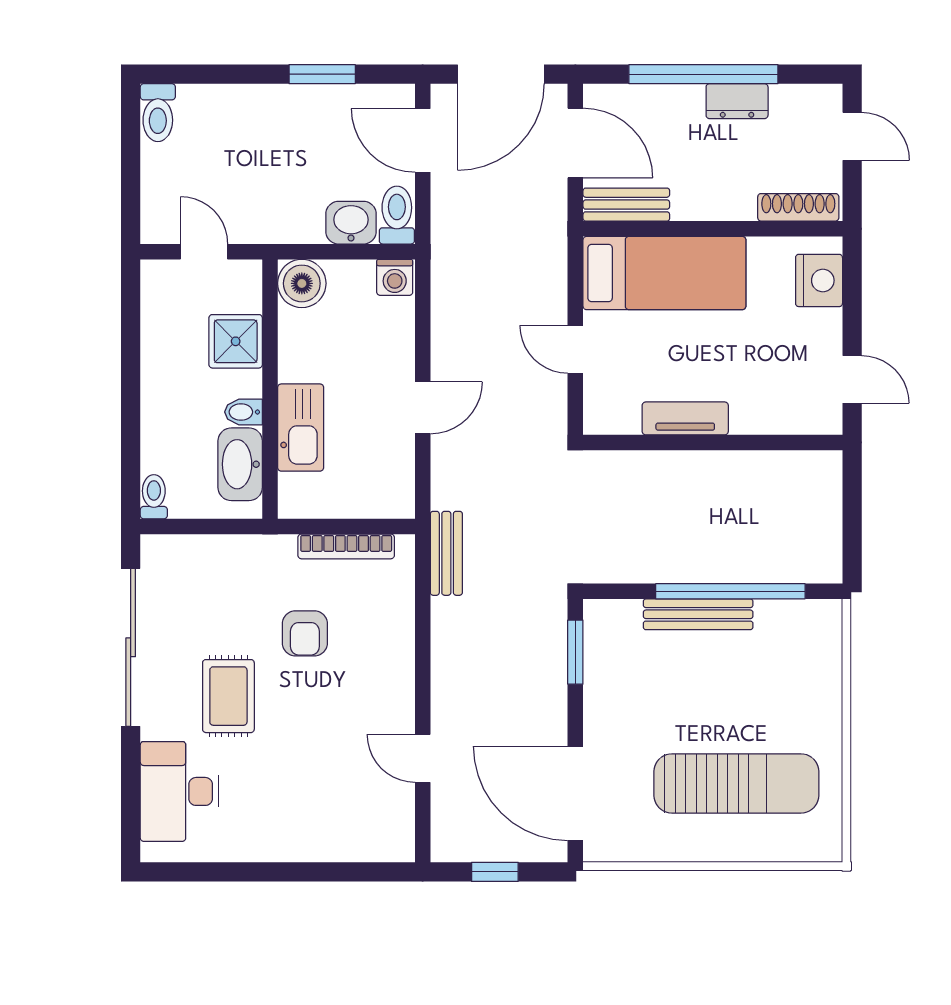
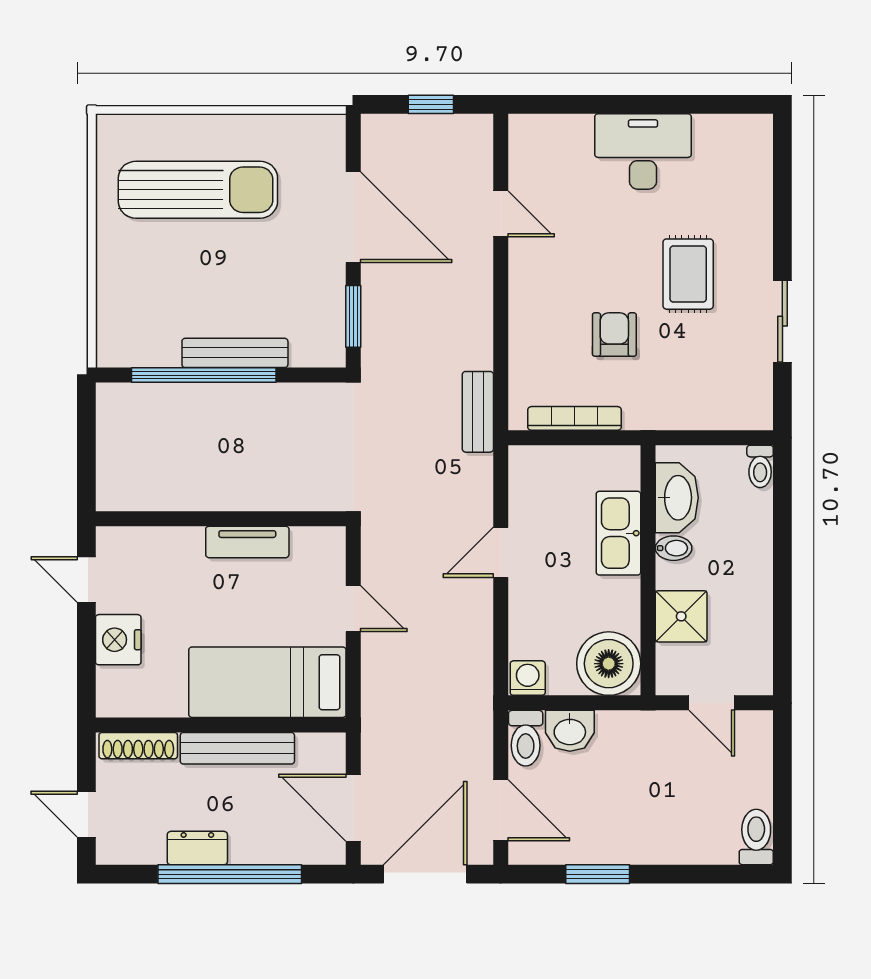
bench: (626, 205) -> (237, 748), moved, width x1.36
nightstand: (819, 280) -> (118, 640), moved
boiler: (302, 283) -> (609, 664), width x1.37, depth x1.37
sliding door: (131, 647) -> (782, 321), width x0.54
sun lounger: (736, 783) -> (198, 190), turned 180
desk: (179, 791) -> (643, 151), moved, turned -90
door: (575, 793) -> (353, 217), moved

